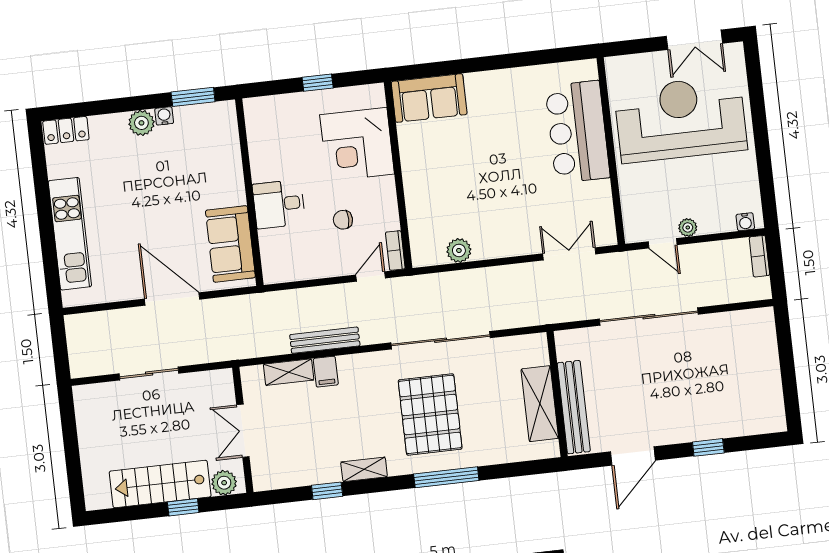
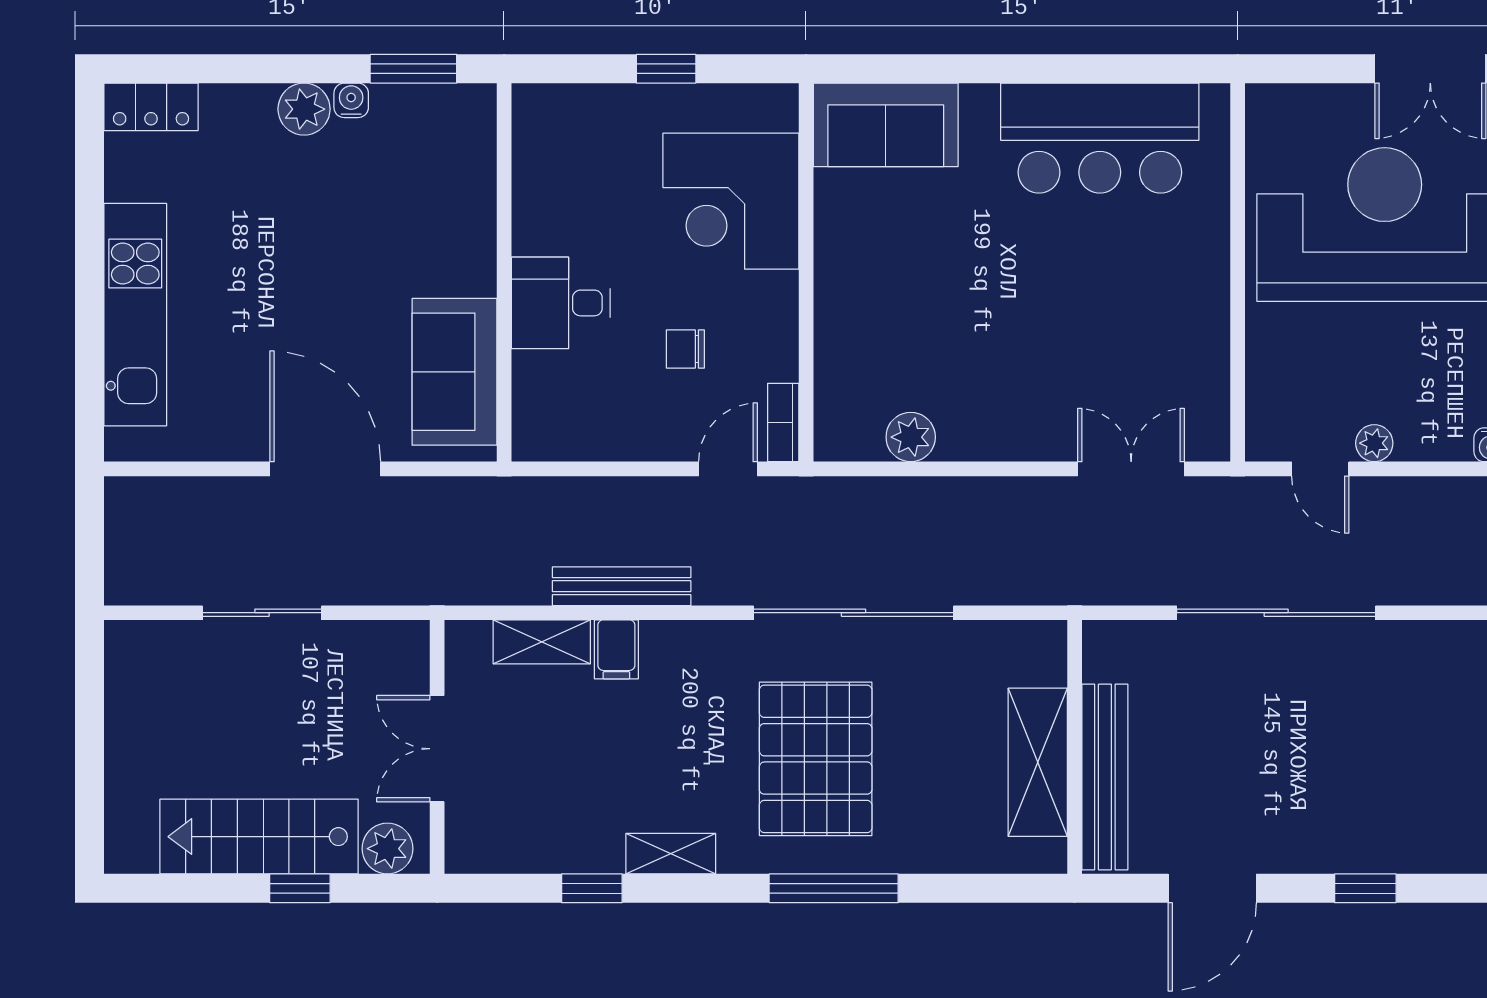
bar counter: (578, 132) -> (1100, 138), moved, turned -90

